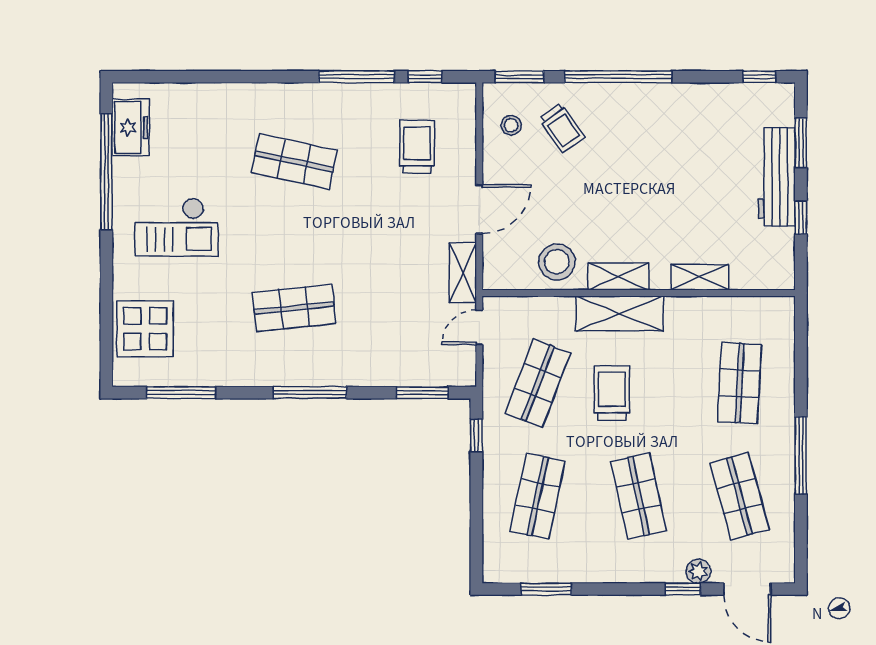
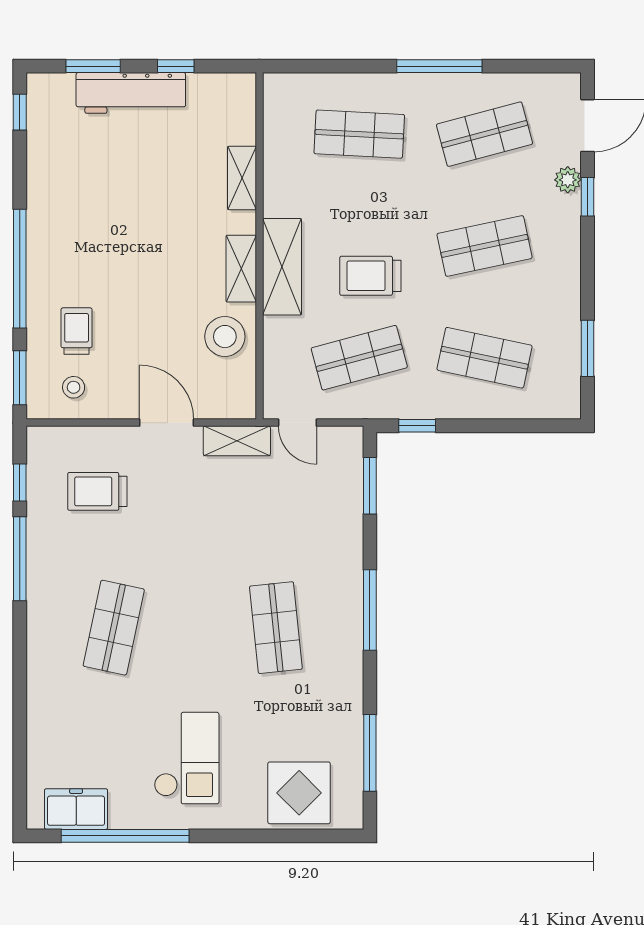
trolley: (562, 128) -> (77, 331), turned -55
shop shelf: (538, 383) -> (359, 358), turned -36

